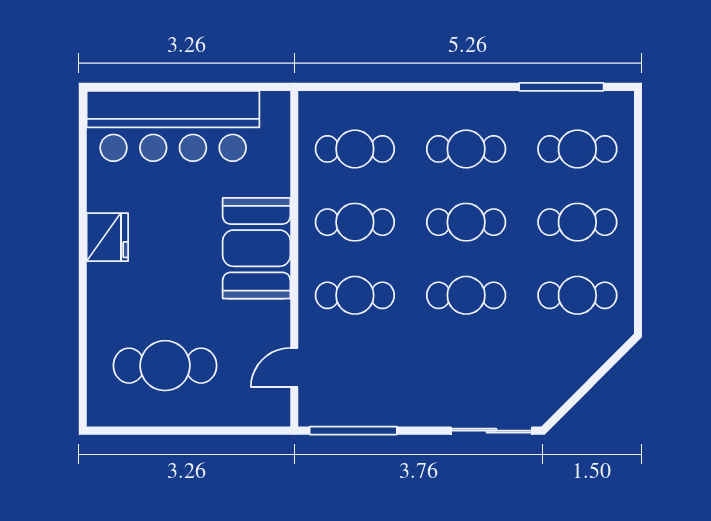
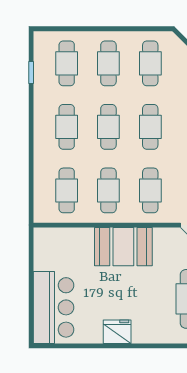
window: (561, 87) -> (31, 73), width x0.46
bar counter: (173, 126) -> (54, 307), width x0.73

